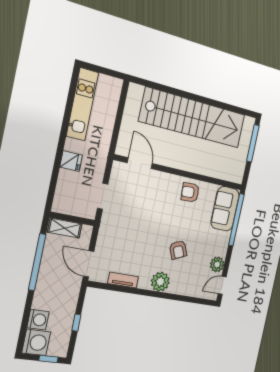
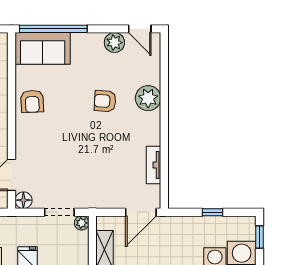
floor lamp: (118, 168) -> (23, 200), added
plant: (90, 213) -> (82, 223), added
armchair: (178, 250) -> (105, 101), turned -152
plant: (160, 282) -> (148, 98), moved

